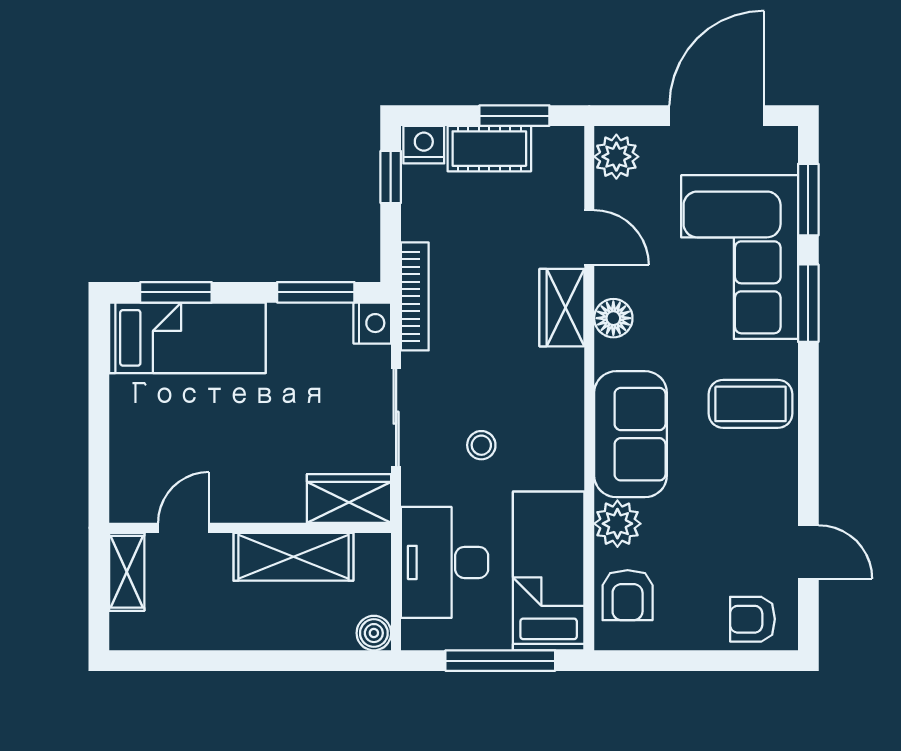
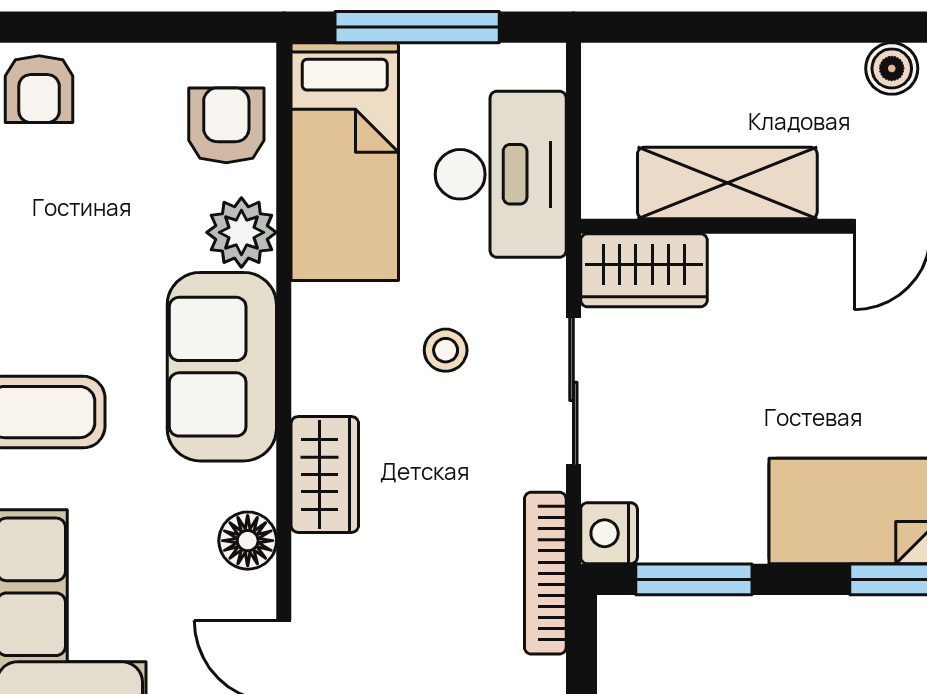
wardrobe: (562, 308) -> (325, 474), moved
armchair: (752, 619) -> (39, 89), turned 90
boiler: (374, 633) -> (892, 68), moved

